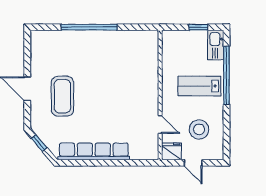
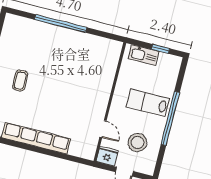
kitchen sink: (216, 45) -> (144, 55), moved, turned -90
window: (226, 75) -> (170, 118), moved
coffee table: (62, 96) -> (20, 81), width x0.54, depth x0.58

